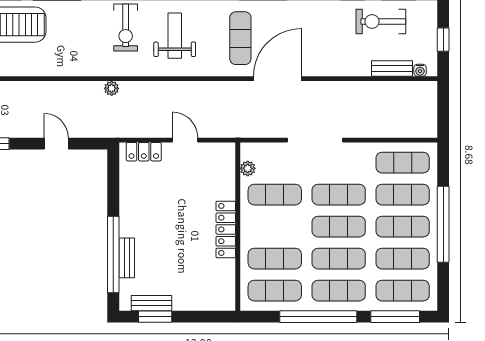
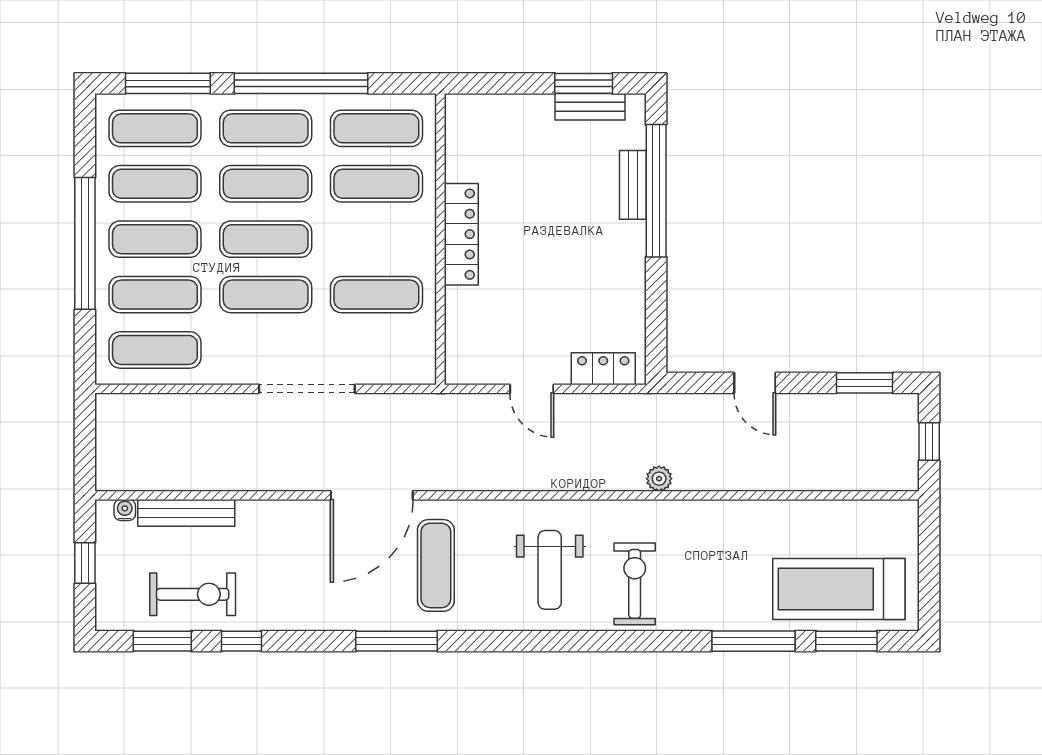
bench: (392, 68) -> (186, 513), width x1.36
plant: (248, 168) -> (423, 340), removed

